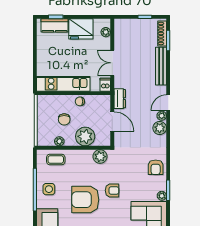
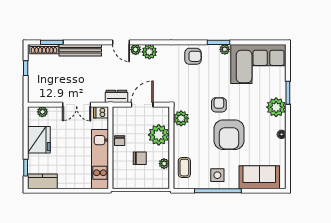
kitchen counter: (55, 25) -> (42, 181), moved, turned -90

